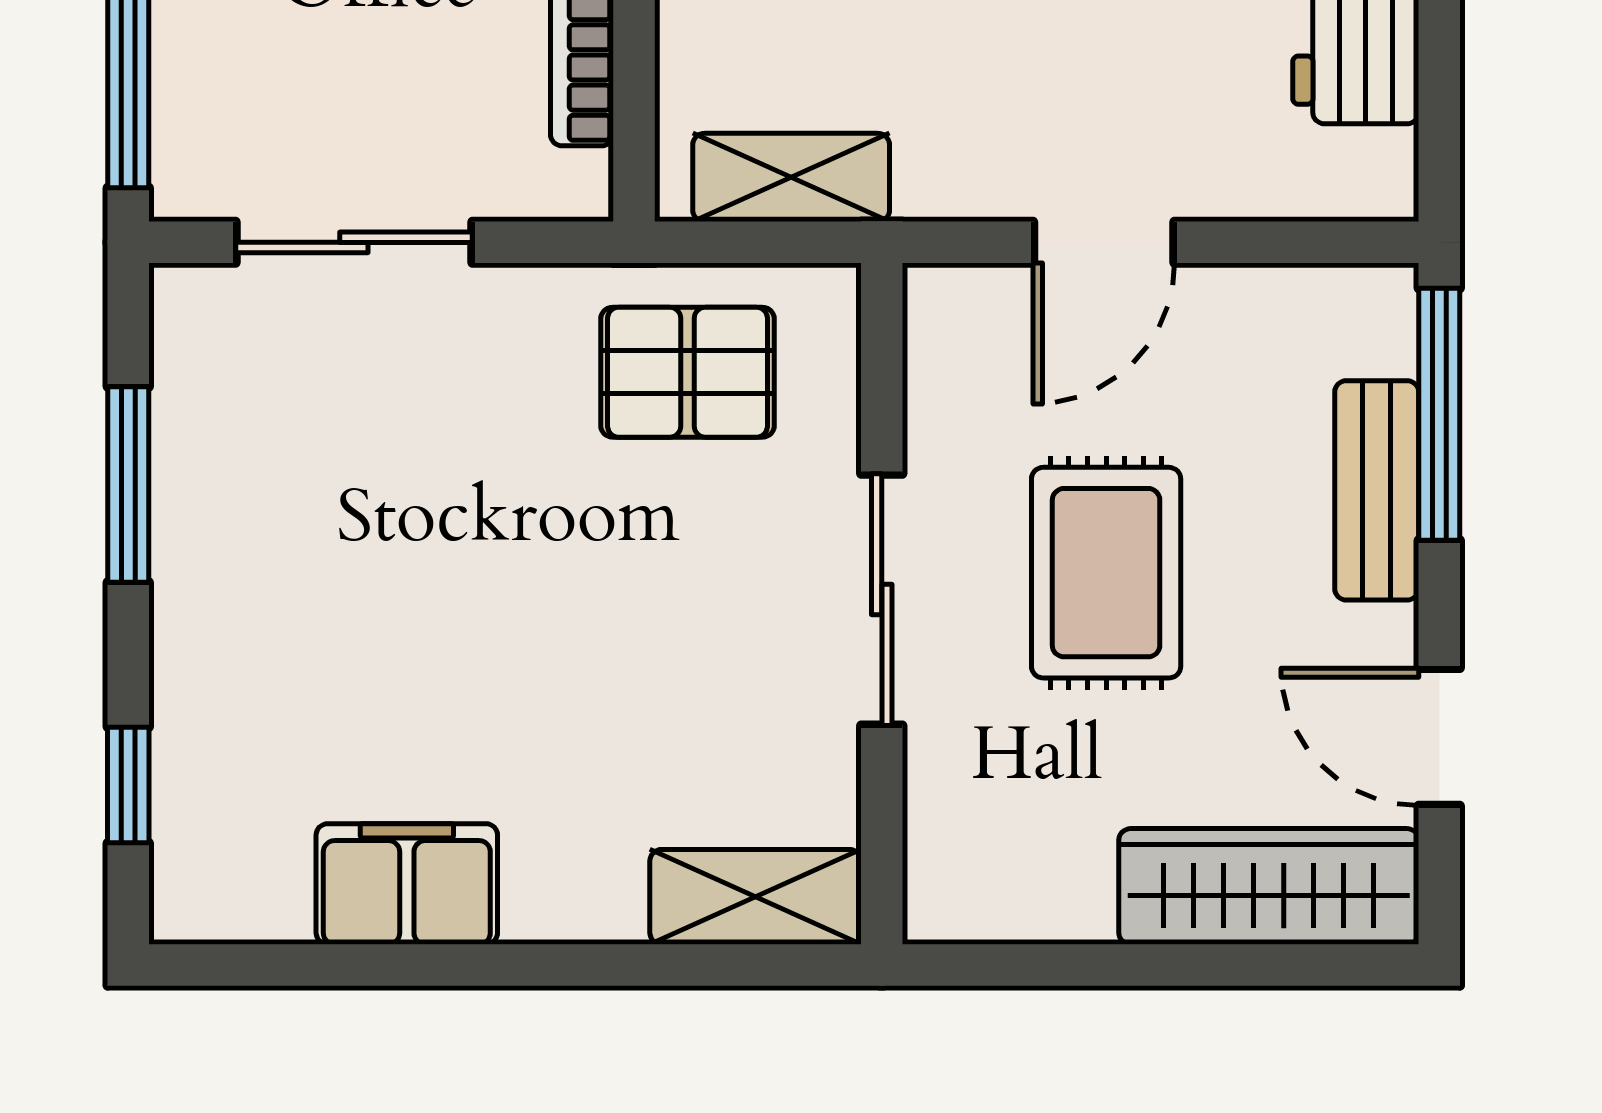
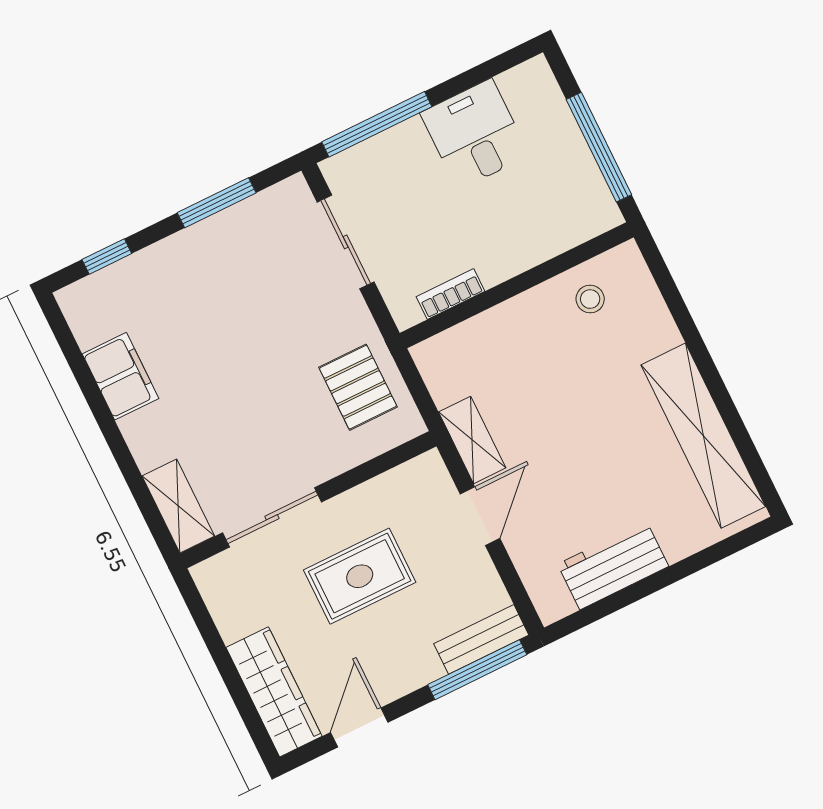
shelving: (791, 177) -> (472, 440), moved
door: (1104, 242) -> (480, 516), swing flipped
bench: (1377, 490) -> (481, 639), moved
sliding door: (882, 600) -> (272, 517), moved

